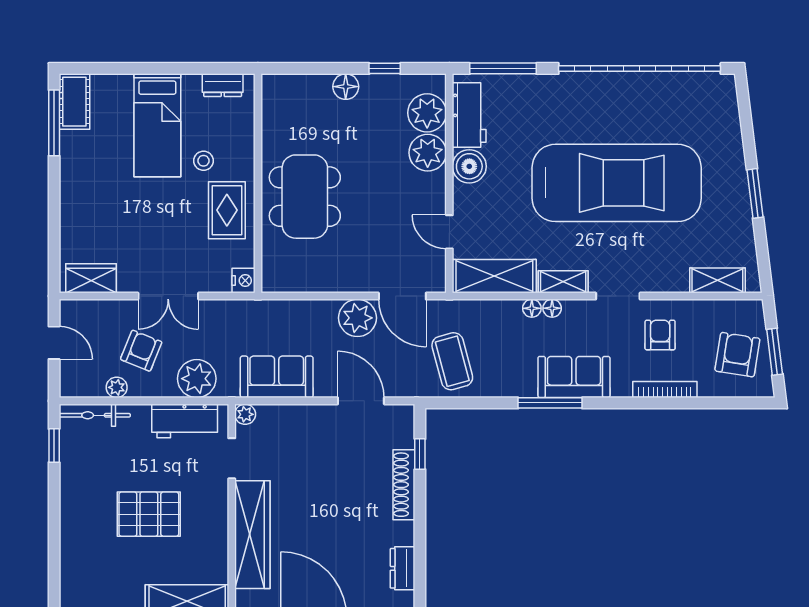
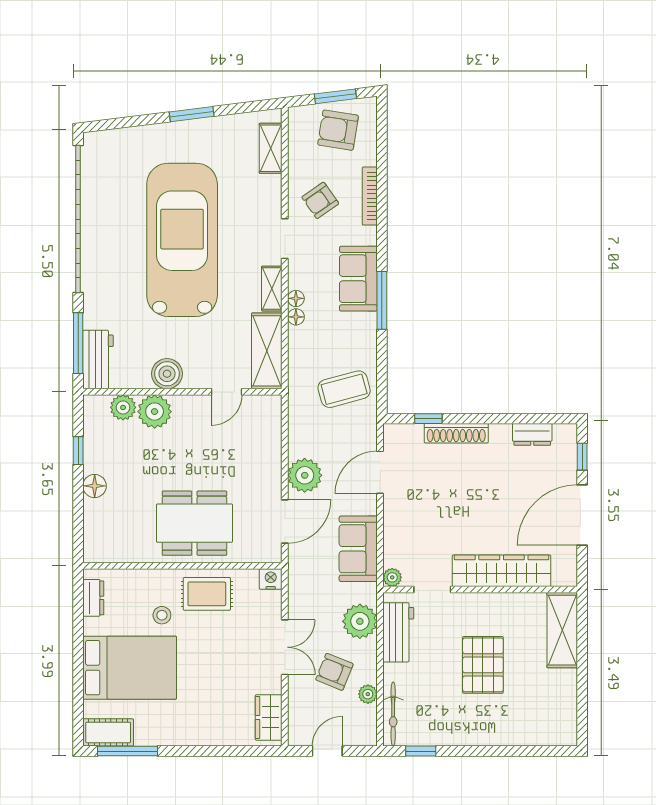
plant: (427, 113) -> (123, 407), width x0.73, depth x0.73
workbench: (469, 115) -> (98, 360), moved, turned 90
bed: (157, 125) -> (130, 668), width x1.50
door: (402, 296) -> (285, 522), moved
armchair: (660, 335) -> (320, 200), turned -35

